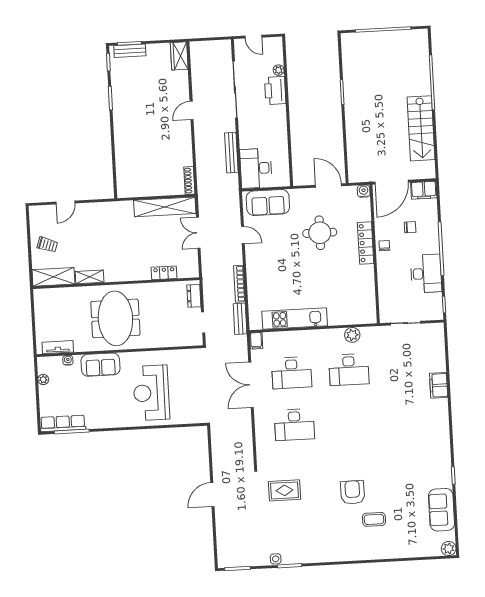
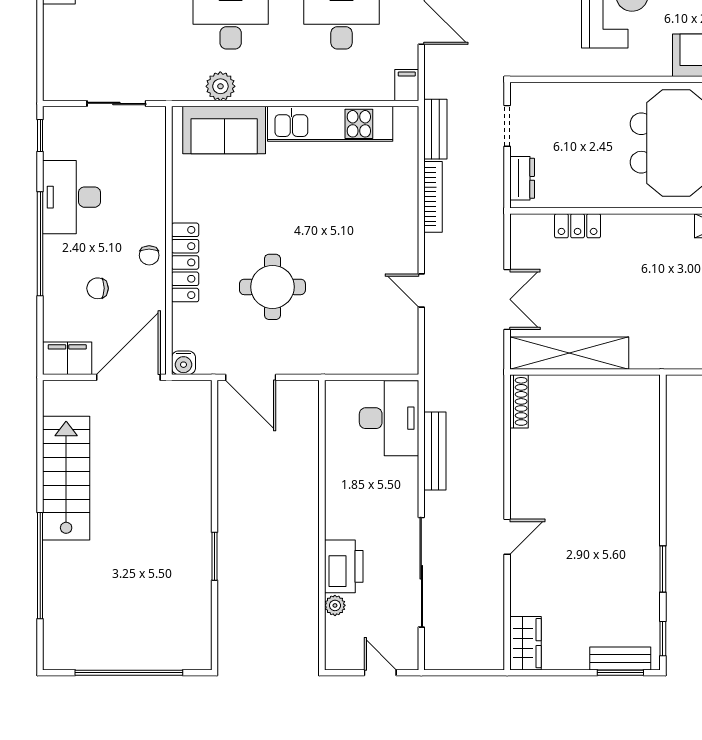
sofa: (268, 203) -> (224, 130), moved, turned 180

